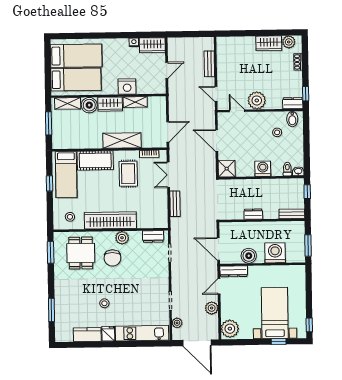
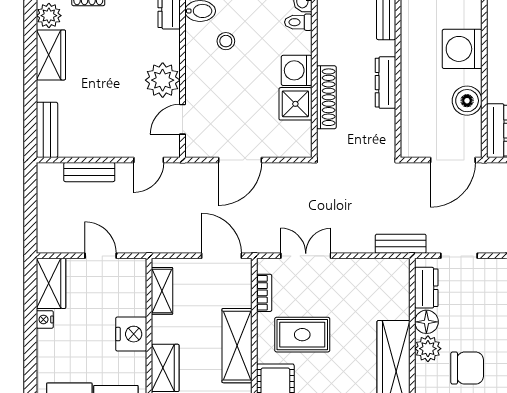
bench: (230, 42) -> (47, 130), added
shelving: (135, 102) -> (162, 291), moved
shower: (227, 169) -> (295, 104), moved
double door: (168, 175) -> (306, 256), swing flipped
shoe rack: (249, 184) -> (326, 97), added
bench: (175, 204) -> (401, 244), moved
dresser: (253, 214) -> (385, 83), width x1.44
floor lamp: (136, 237) -> (426, 322), added

